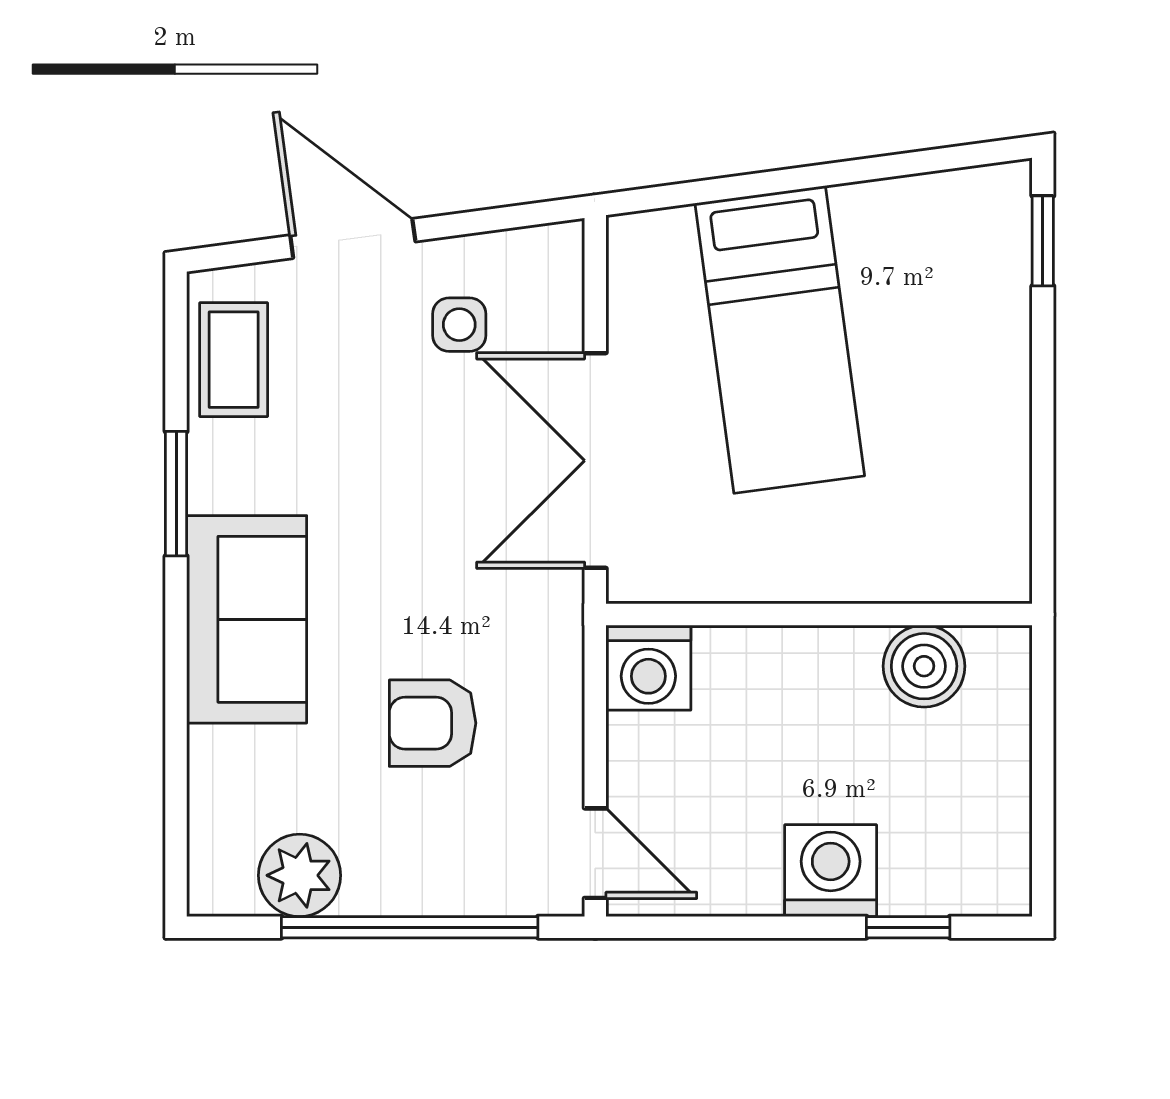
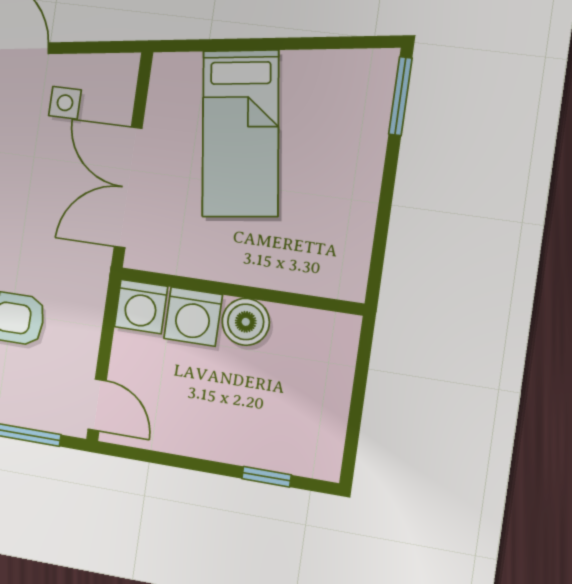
window: (1043, 241) -> (400, 96), width x1.50
boiler: (924, 666) -> (246, 322), moved
washing machine: (831, 871) -> (193, 317), moved, turned 180

